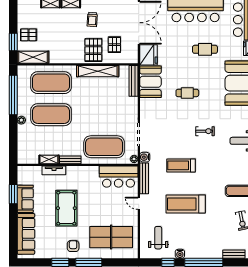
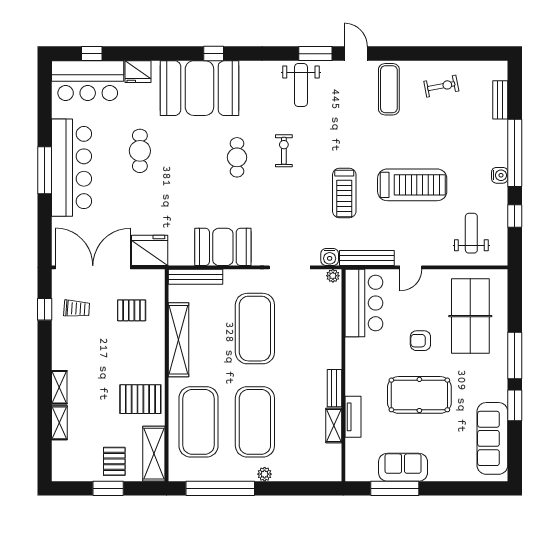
trolley: (92, 19) -> (77, 309), moved
window: (13, 42) -> (108, 488), moved
pallet: (93, 50) -> (140, 399), moved
booth: (150, 82) -> (223, 247), moved
cafe table: (187, 93) -> (237, 157), moved
exercise mat: (104, 147) -> (255, 329), moved
window: (13, 194) -> (395, 488), width x1.44
treadmill: (186, 204) -> (412, 185), turned -90
sofa: (26, 234) -> (492, 438), moved, turned -90
weight bench: (158, 238) -> (471, 233), turned 90
armchair: (73, 246) -> (420, 341), moved
water cooler: (180, 254) -> (500, 175), moved

